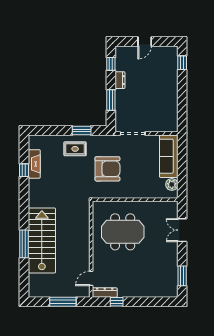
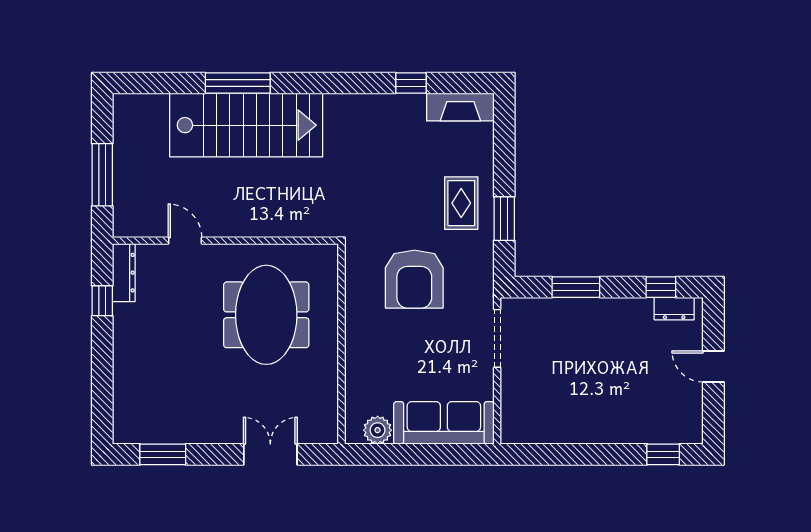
dresser: (120, 80) -> (674, 309), moved
fireplace: (34, 164) -> (460, 107), moved
door: (91, 278) -> (185, 241), moved

